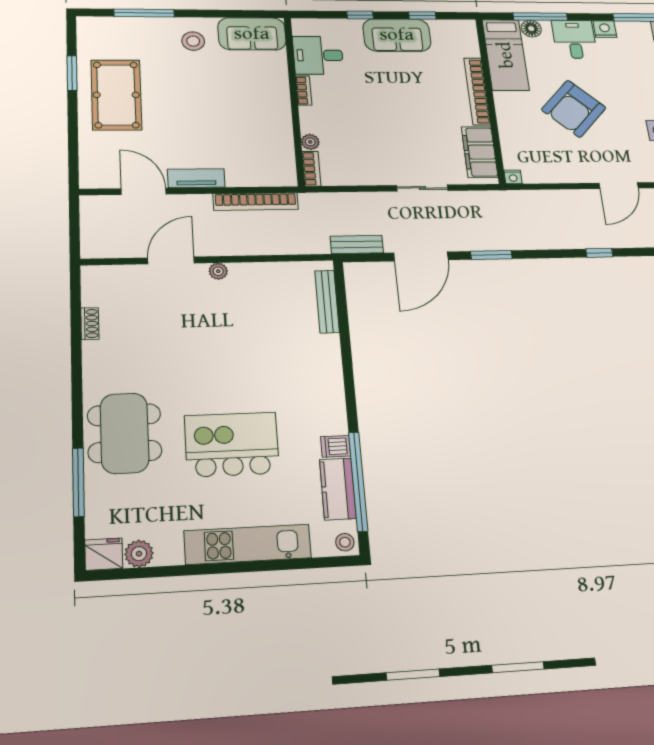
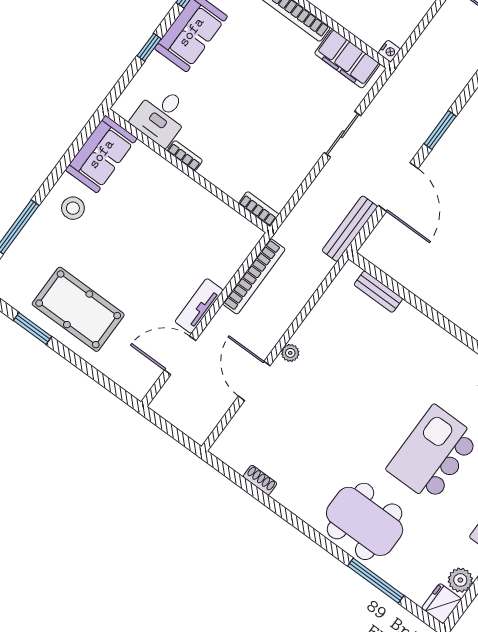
plant: (310, 142) -> (235, 190), removed
bench: (357, 244) -> (350, 229), width x1.36
bench: (327, 302) -> (378, 292), width x0.73

